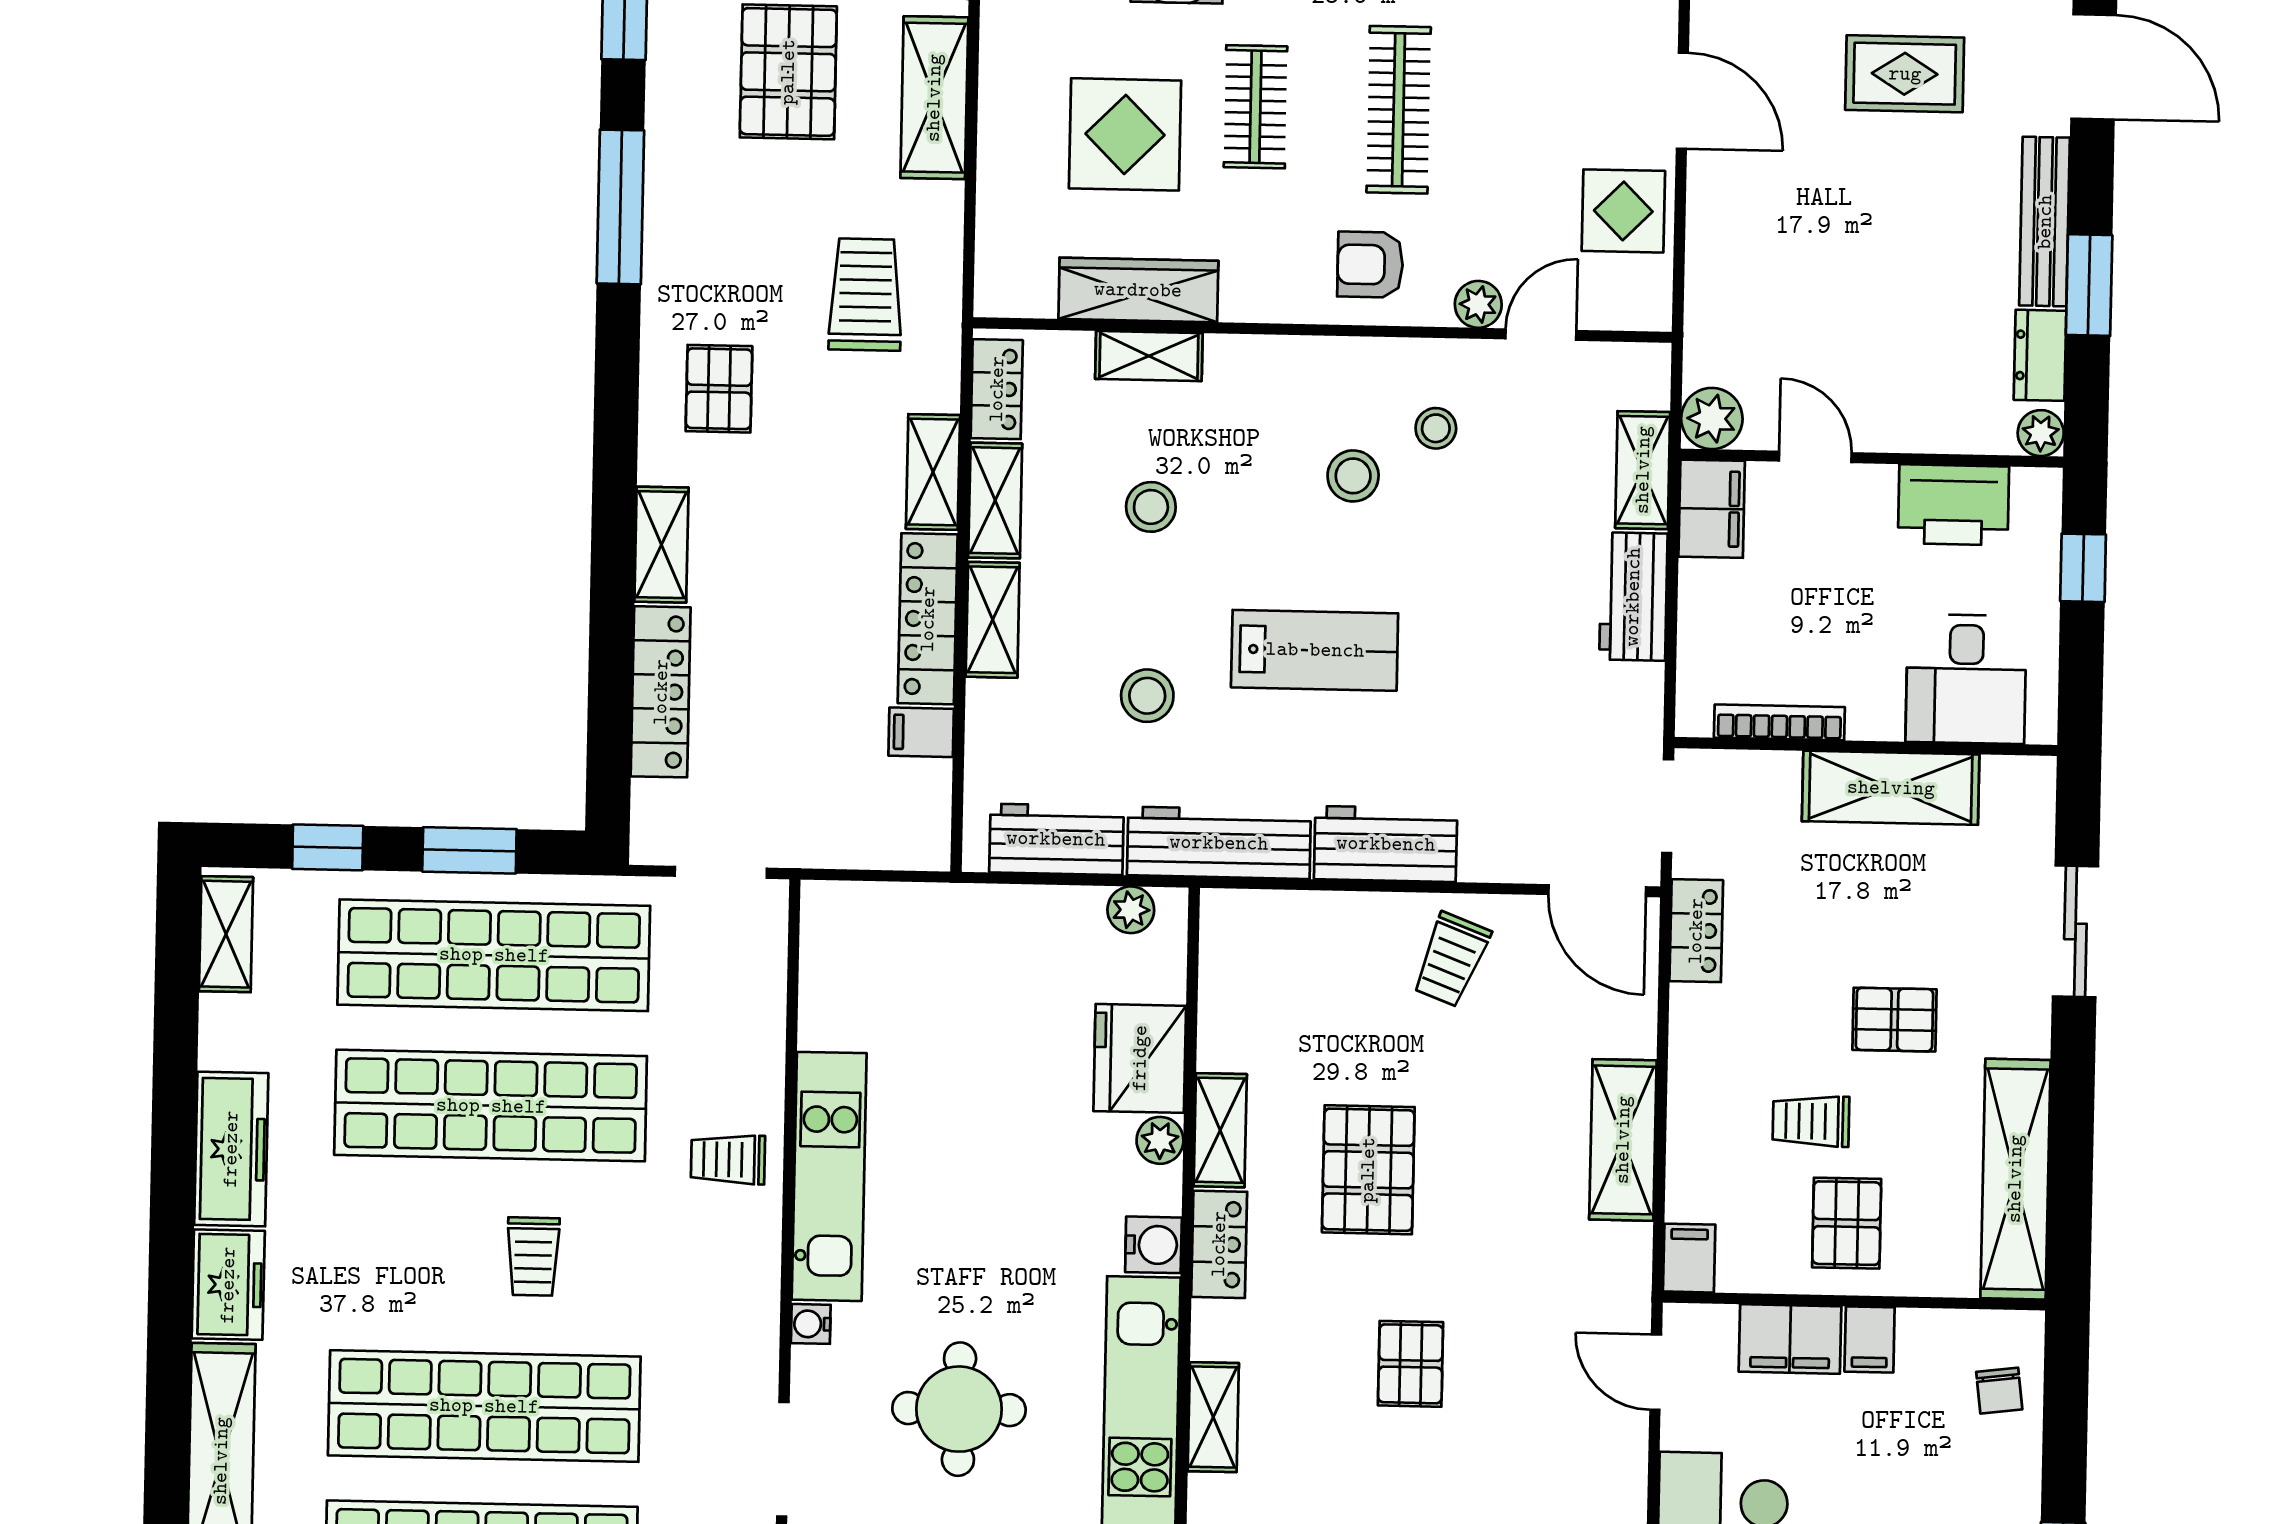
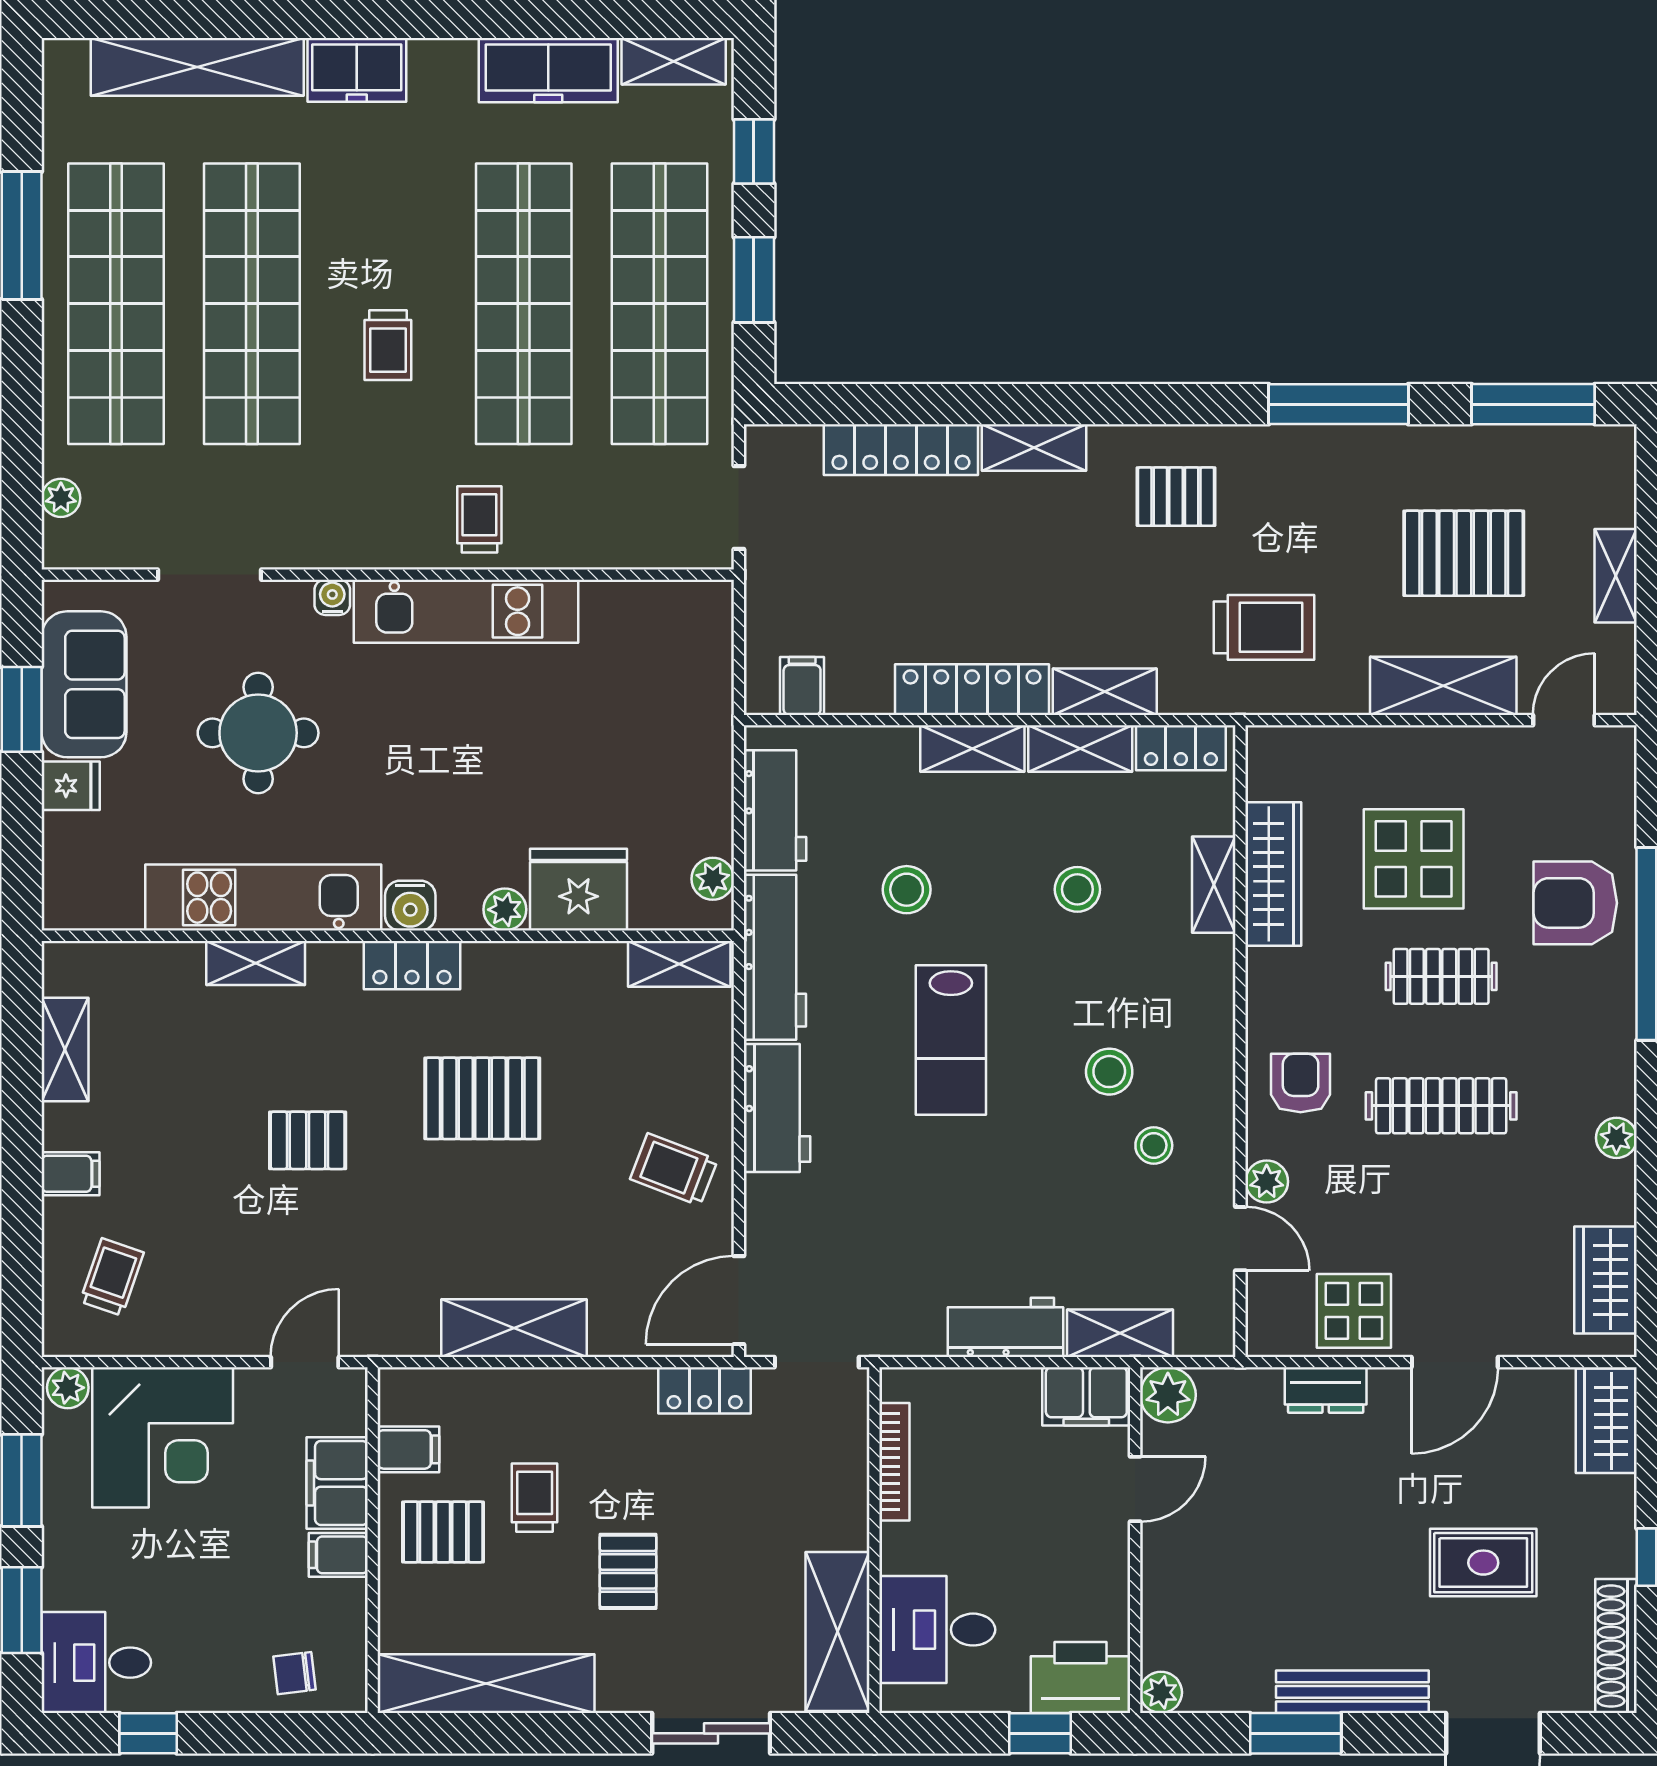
rug: (1905, 74) -> (1483, 1563), turned 90
dresser: (2040, 355) -> (1326, 1390), moved, turned 180
printer: (1953, 505) -> (1080, 1678), moved, turned 90
filing cabinet: (921, 732) -> (802, 686), moved
shelving: (1891, 788) -> (837, 1632), moved
shelving: (1220, 1130) -> (679, 964), moved
freezer: (231, 1149) -> (548, 70), moved
trolley: (533, 1257) -> (388, 345), turned -90
filing cabinet: (1689, 1258) -> (408, 1449), moved

